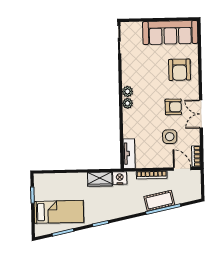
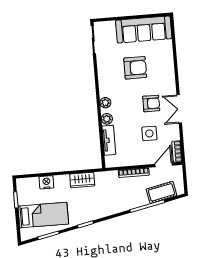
armchair: (180, 70) -> (135, 68), moved, turned -90
plant: (127, 91) -> (107, 119), moved
tv unit: (129, 154) -> (109, 140), moved
door: (182, 169) -> (164, 165), hinge flipped
nightstand: (120, 178) -> (46, 182), moved
cot: (159, 201) -> (161, 192), moved

